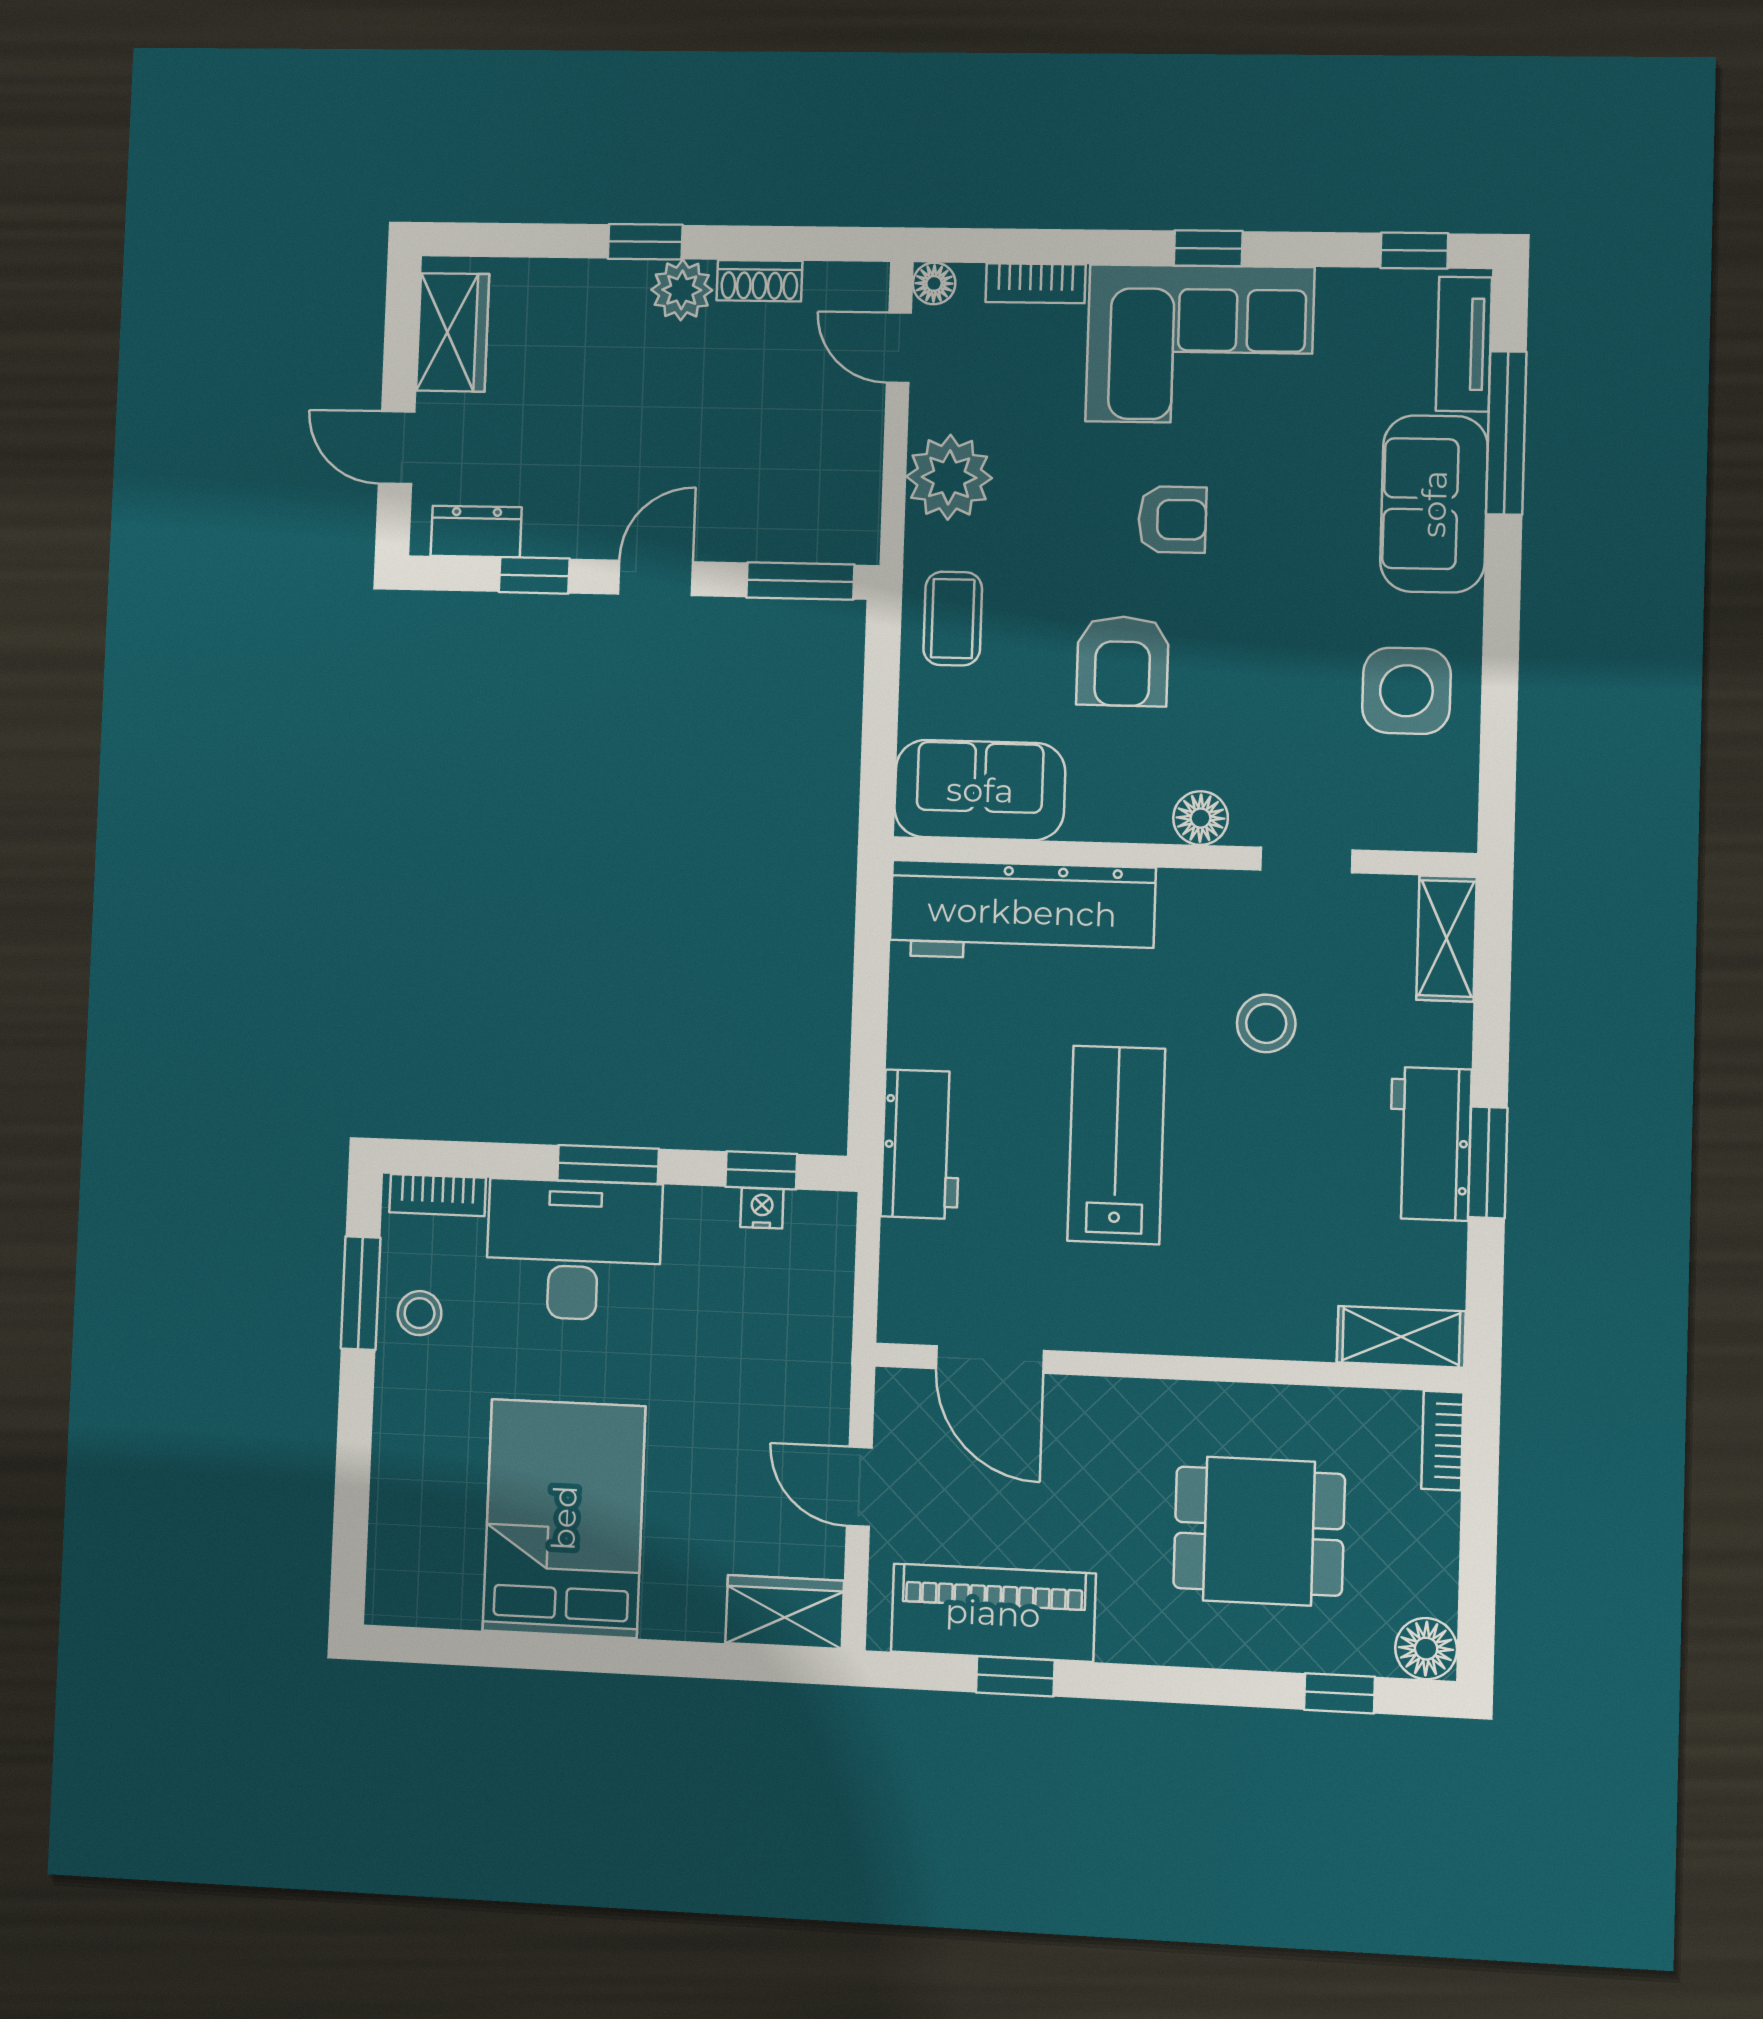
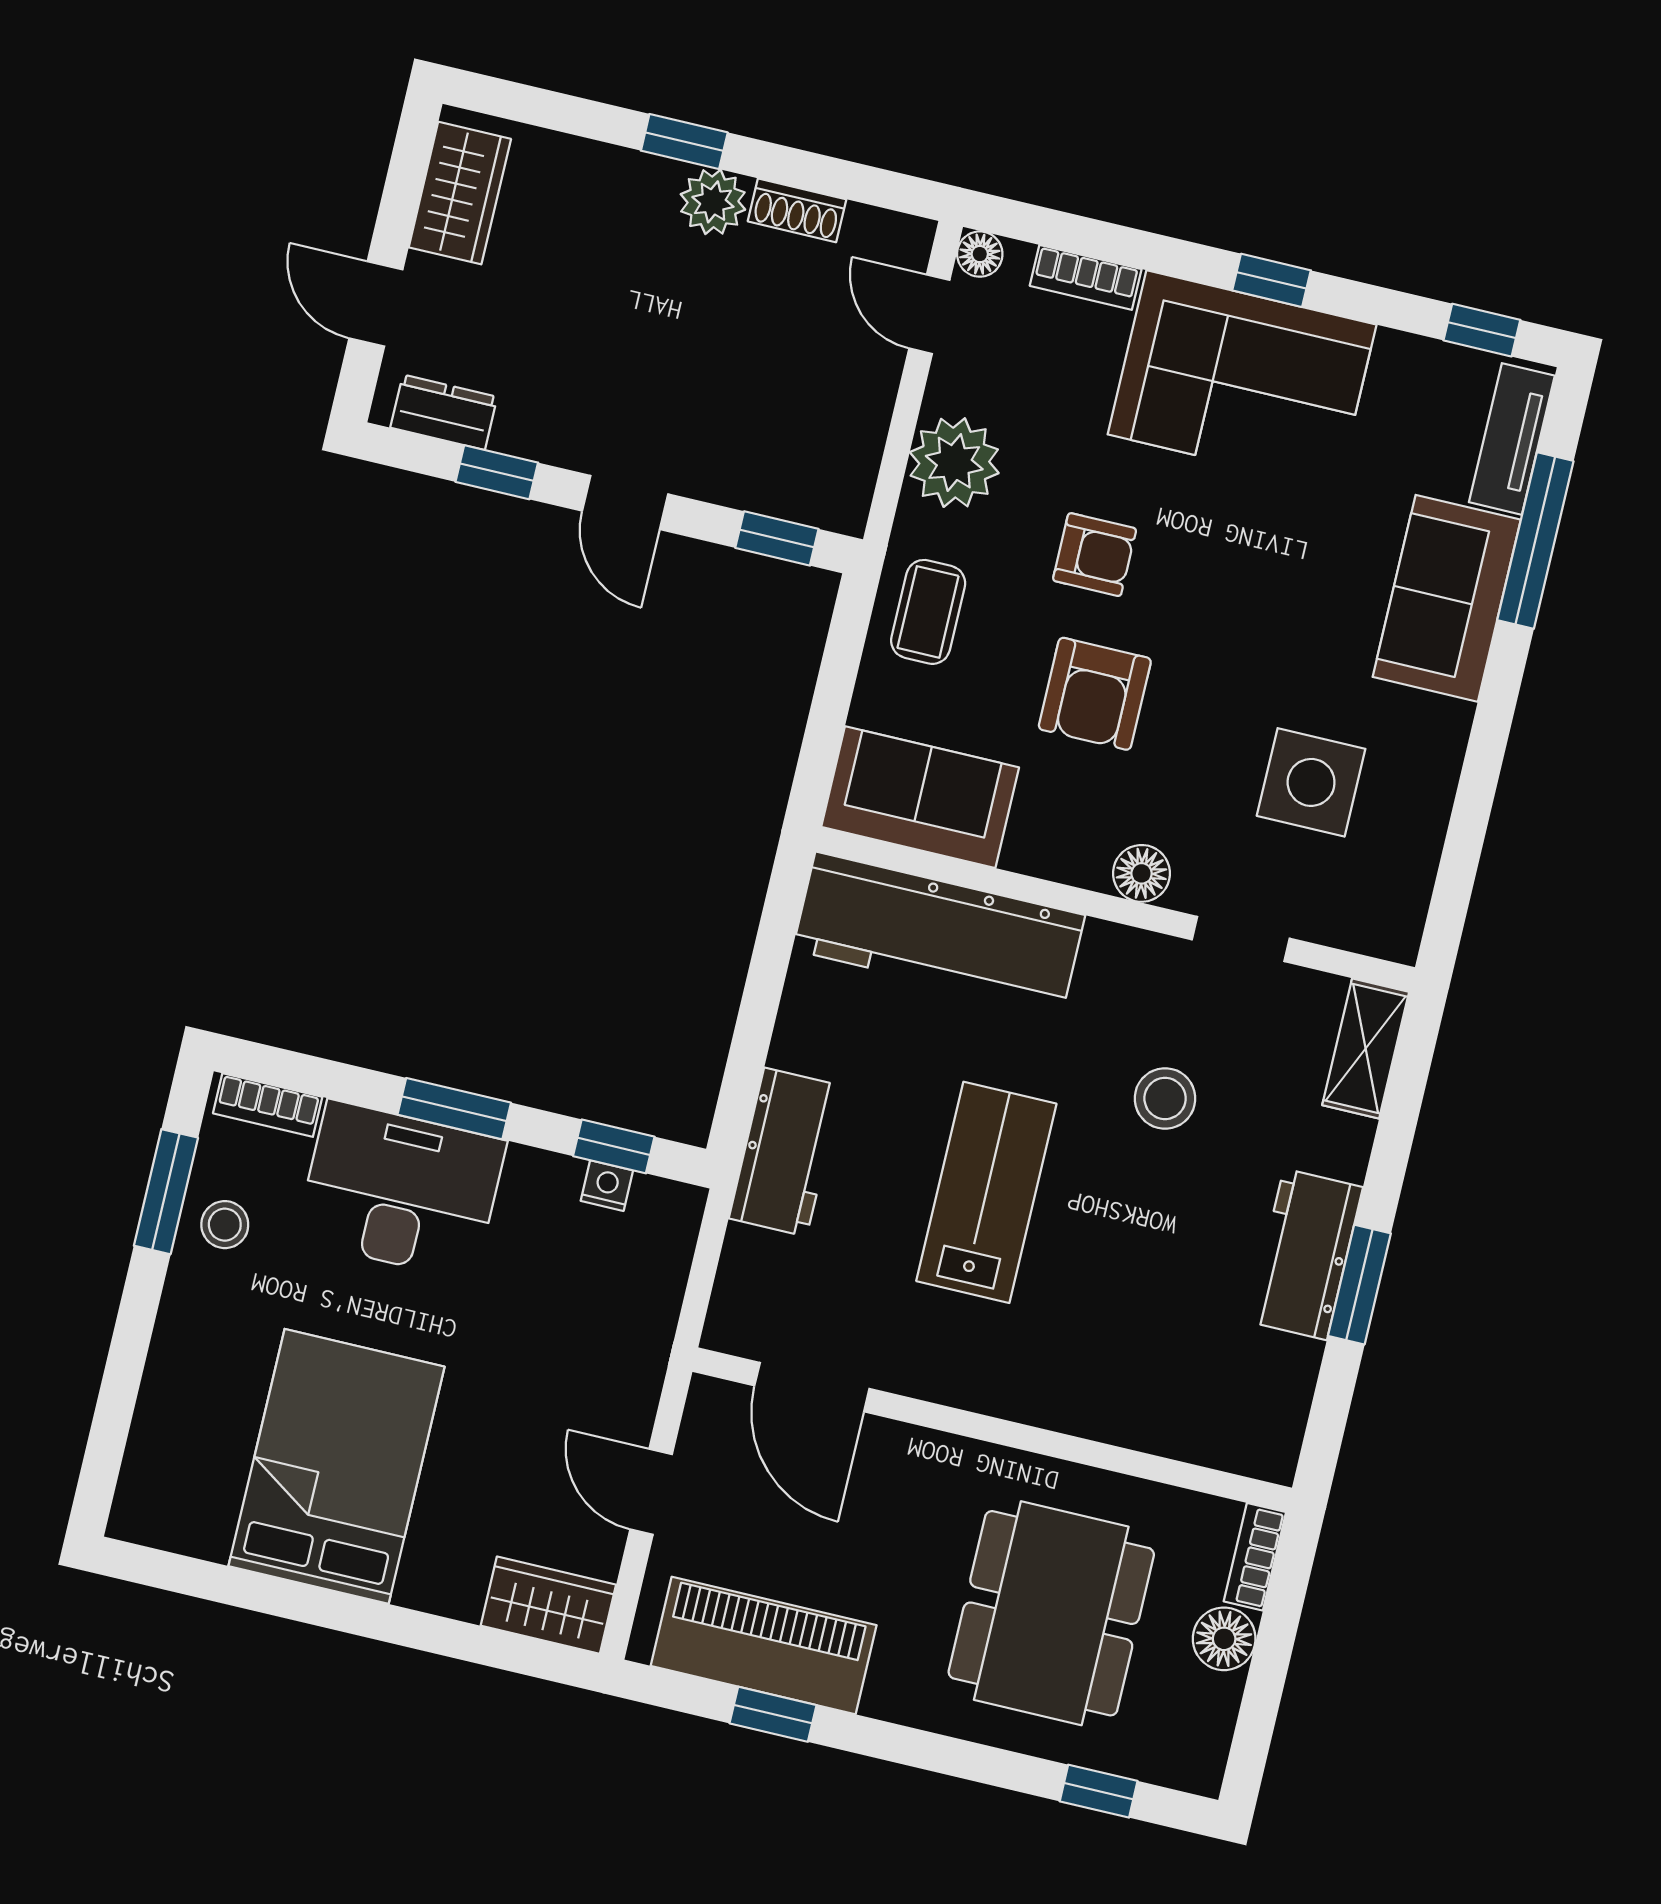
armchair: (1172, 520) -> (1095, 555), moved
door: (656, 578) -> (625, 503), swing flipped
window: (800, 581) -> (777, 538), width x0.67
side table: (1406, 691) -> (1311, 782), moved
shelving: (1401, 1337) -> (1235, 1444), removed
dining table: (1259, 1531) -> (1051, 1613), width x1.38
floor lamp: (1426, 1649) -> (1224, 1639), moved

